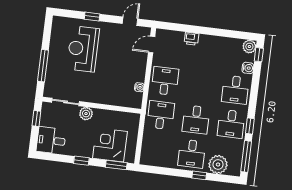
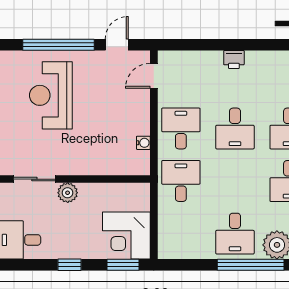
window: (92, 17) -> (58, 45), width x3.17
printer: (191, 39) -> (234, 59), moved
desk: (196, 120) -> (235, 128), moved
corner desk: (110, 145) -> (126, 236), moved, turned -90
window: (199, 175) -> (251, 265), width x3.17

